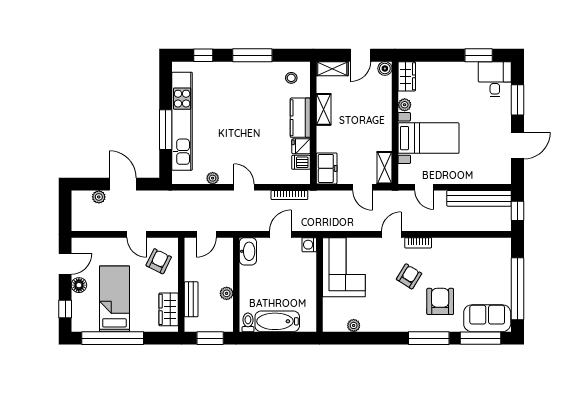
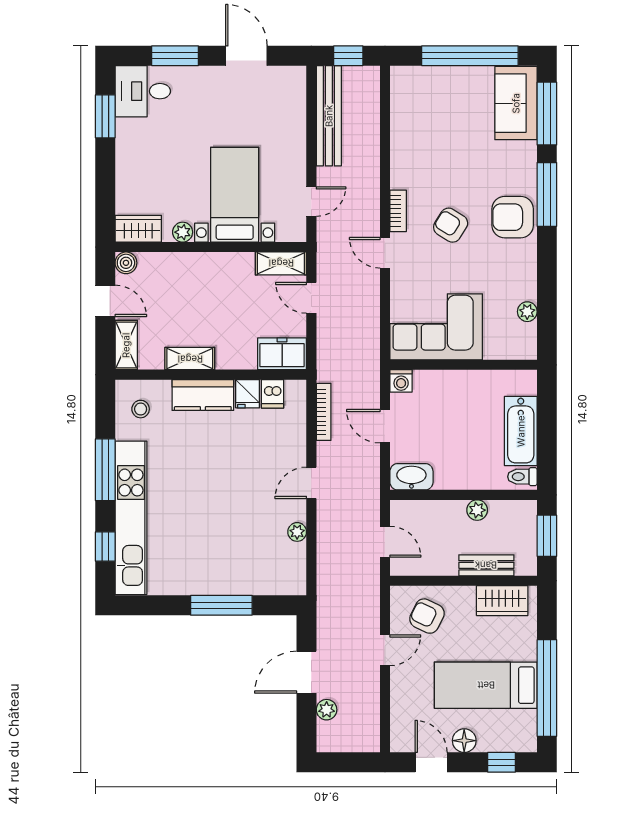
kitchen unit: (182, 121) -> (131, 518), moved, turned 90
door: (363, 187) -> (311, 298), swing flipped
armchair: (440, 301) -> (513, 217), moved

